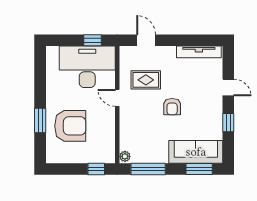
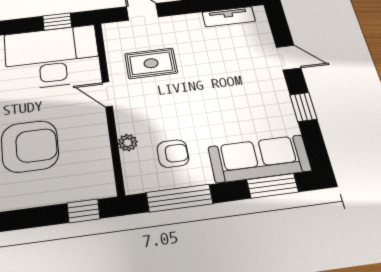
tv unit: (199, 52) -> (229, 17), width x0.71
armchair: (172, 107) -> (173, 154), moved, turned -90
plant: (125, 156) -> (128, 143), moved

